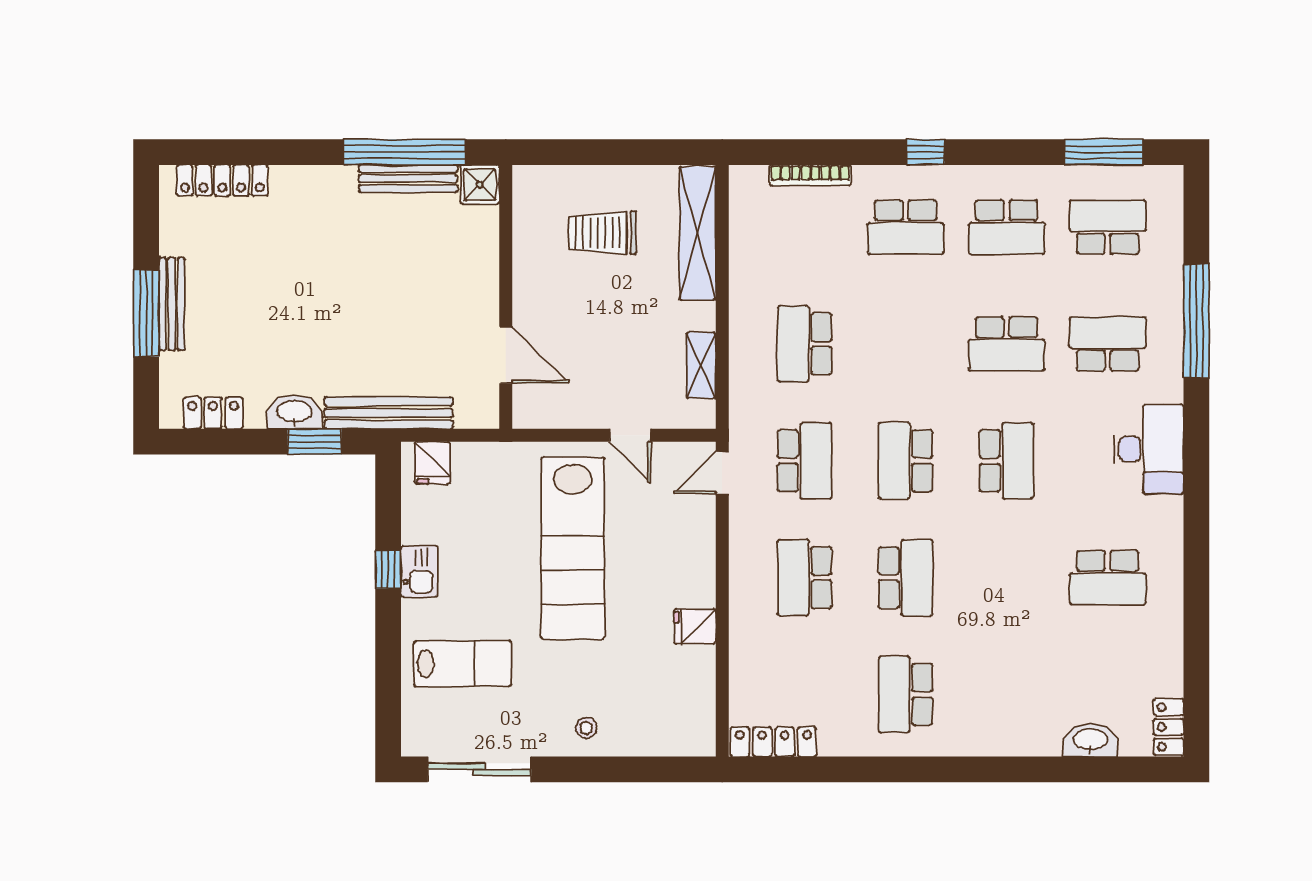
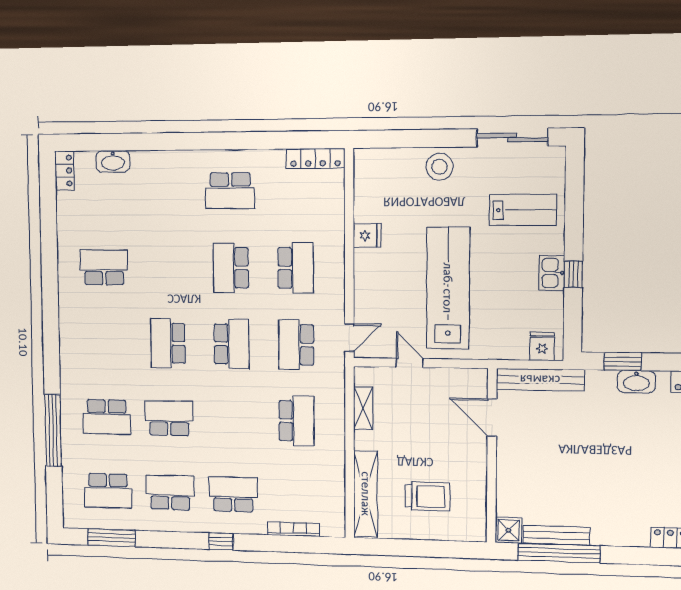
bench: (389, 413) -> (540, 380), moved
desk: (1149, 449) -> (80, 350), removed
lab bench: (463, 664) -> (523, 210), turned 180
school desk: (906, 694) -> (230, 191), turned 90
stool: (586, 728) -> (440, 167), width x1.89, depth x1.89

